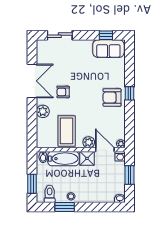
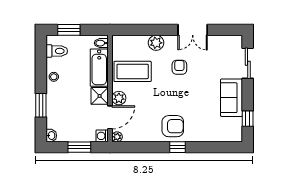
sofa: (108, 49) -> (232, 98), moved
double door: (32, 81) -> (193, 30), width x0.73
armchair: (112, 97) -> (173, 126), turned 90
window: (65, 207) -> (41, 105), moved

